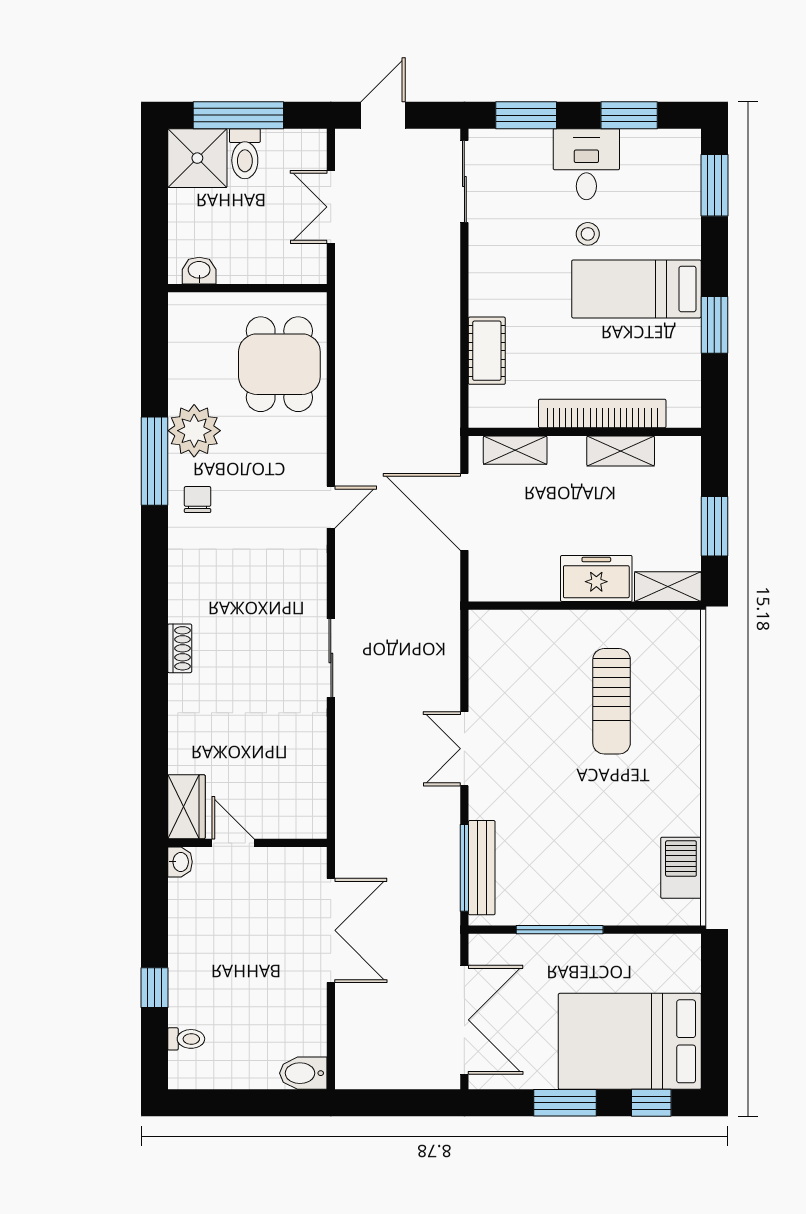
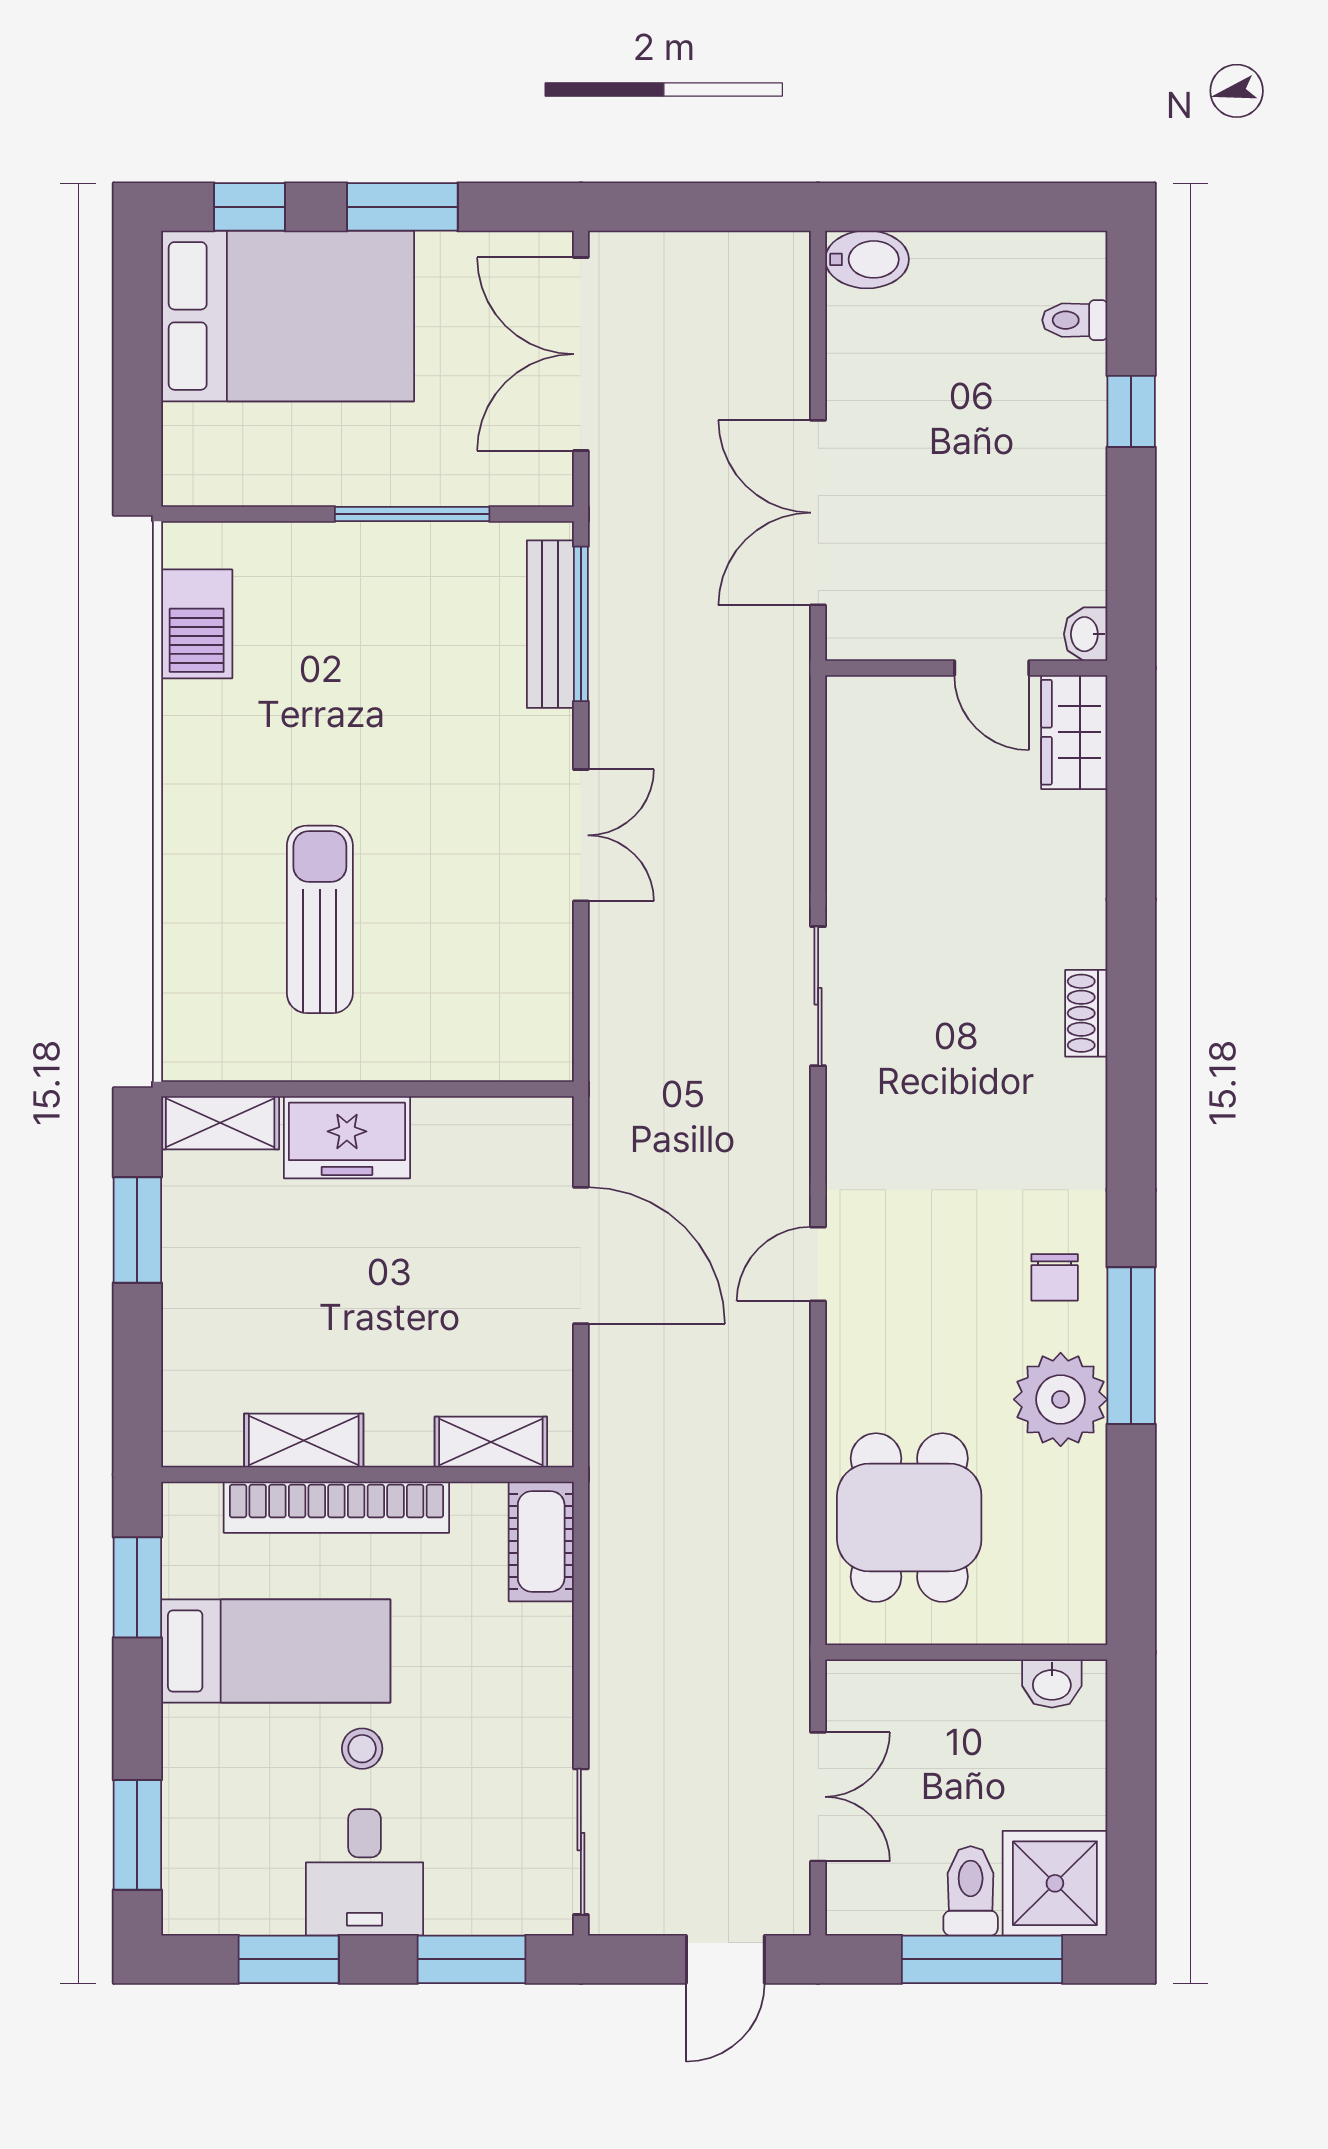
bookcase: (602, 413) -> (336, 1507), moved
wall: (585, 432) -> (367, 1474), moved
shelving: (515, 450) -> (491, 1442), moved
shelving: (621, 451) -> (304, 1440), moved

